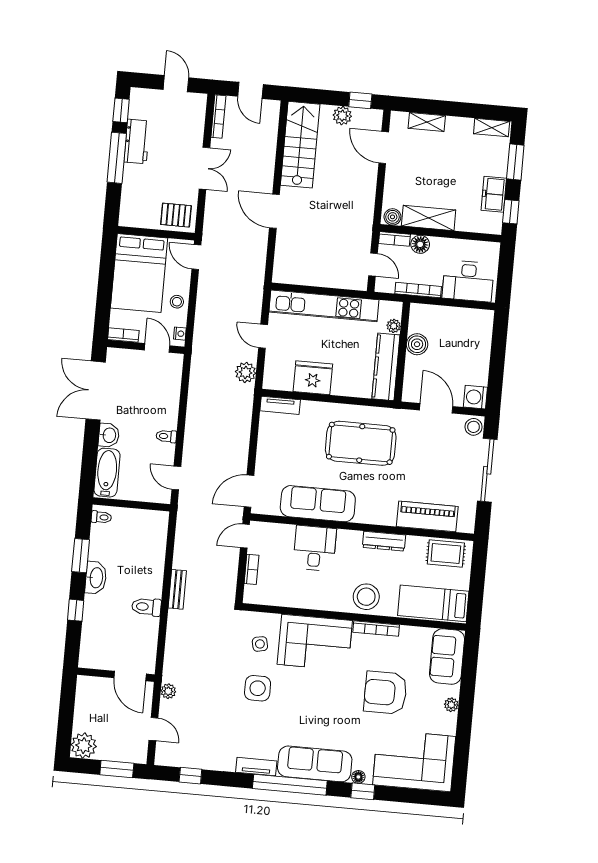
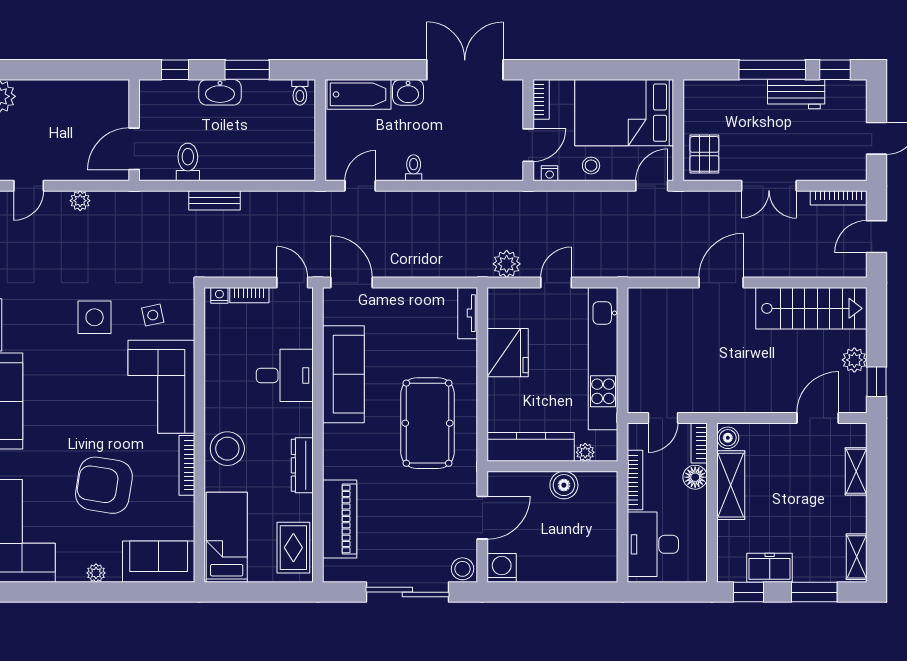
nightstand: (250, 592) -> (219, 295), added
wall: (116, 675) -> (134, 130), moved
door: (130, 676) -> (134, 149), moved
armchair: (385, 693) -> (104, 485), turned -81

